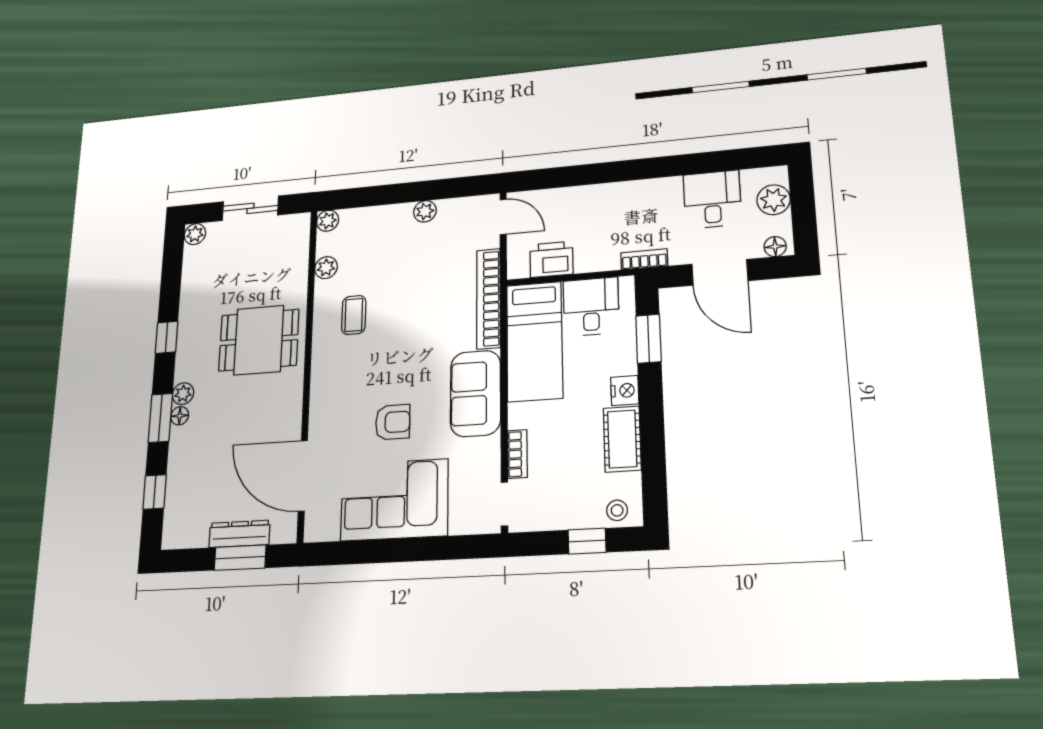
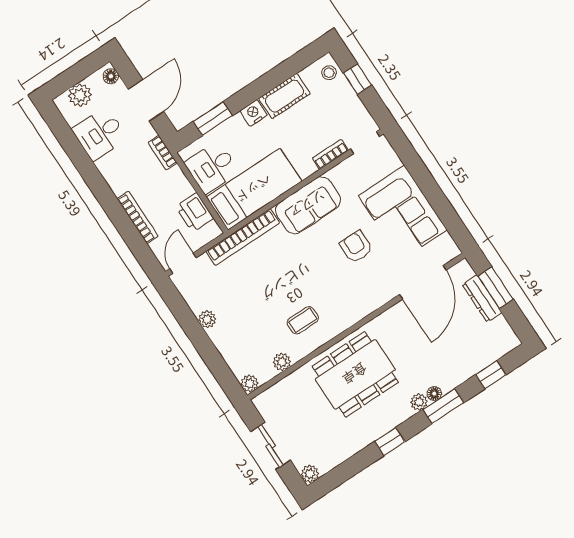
bookcase: (587, 193) -> (138, 217), added
dining table: (259, 340) -> (355, 374), width x1.38

